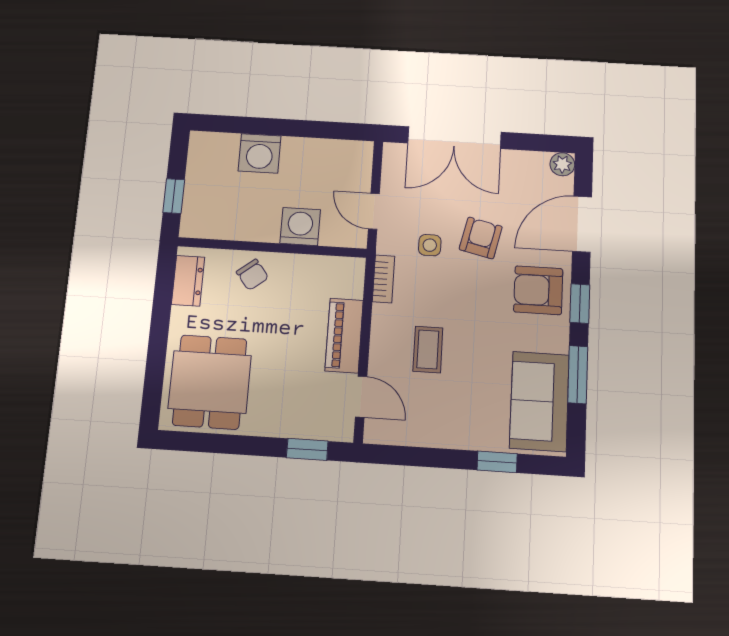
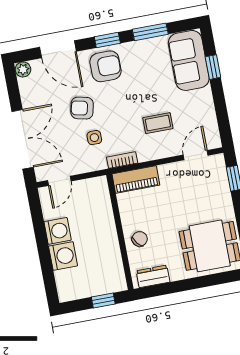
door: (374, 211) -> (59, 181), moved
washing machine: (300, 226) -> (58, 231), moved, turned 180
armchair: (538, 290) -> (105, 66), turned -90
piano: (344, 335) -> (136, 179), moved
sofa: (539, 401) -> (189, 60), moved, turned 90

